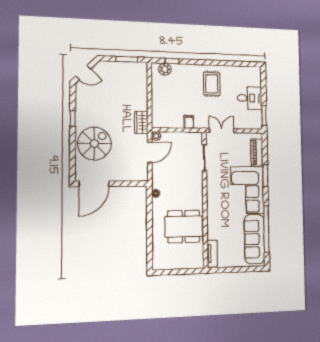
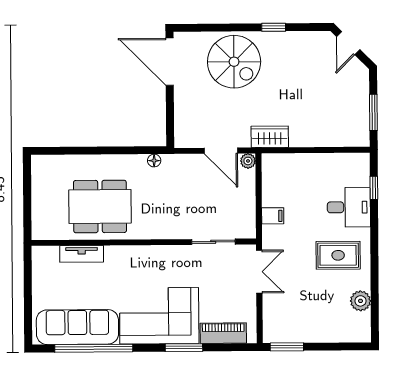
plant: (165, 69) -> (361, 301), moved
desk: (250, 98) -> (349, 207), moved, turned -90
dining table: (184, 227) -> (100, 206), turned 90
tv unit: (212, 254) -> (82, 254), moved

